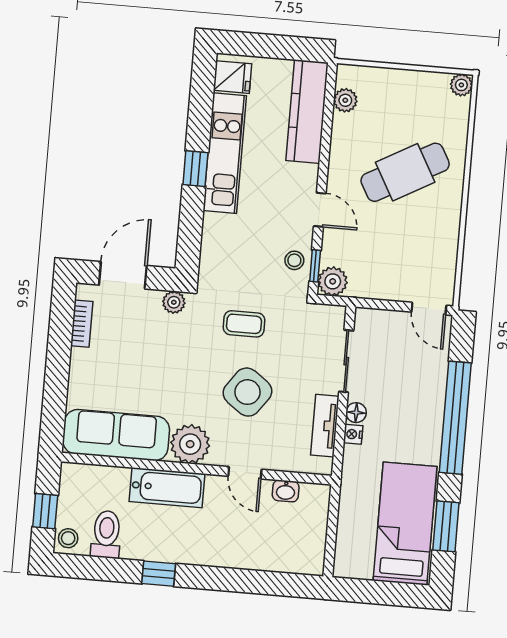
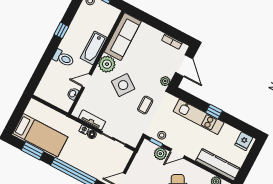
kitchen unit: (225, 153) -> (199, 117), moved
plant: (333, 281) -> (160, 154), moved
side table: (247, 392) -> (123, 85), moved
toilet: (106, 534) -> (63, 58), moved

